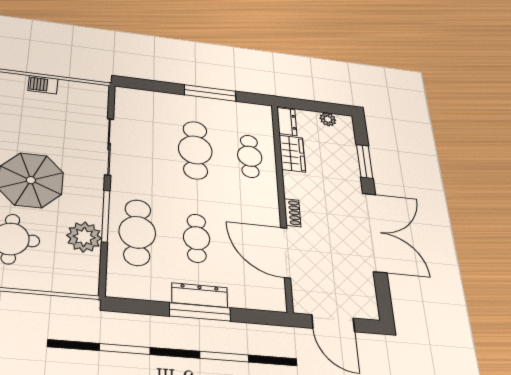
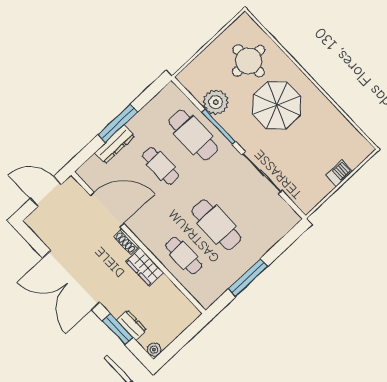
plant: (328, 119) -> (154, 350), moved
dresser: (287, 121) -> (132, 325), moved, turned 180
wardrobe: (292, 154) -> (145, 267), moved
dresser: (200, 295) -> (115, 144), moved

